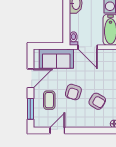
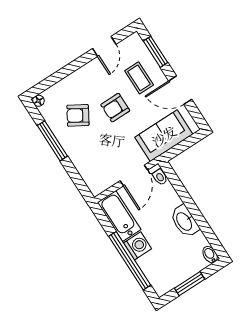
door: (88, 47) -> (134, 175), swing flipped
door: (30, 78) -> (180, 90), hinge flipped
armchair: (73, 92) -> (115, 108), turned -107

